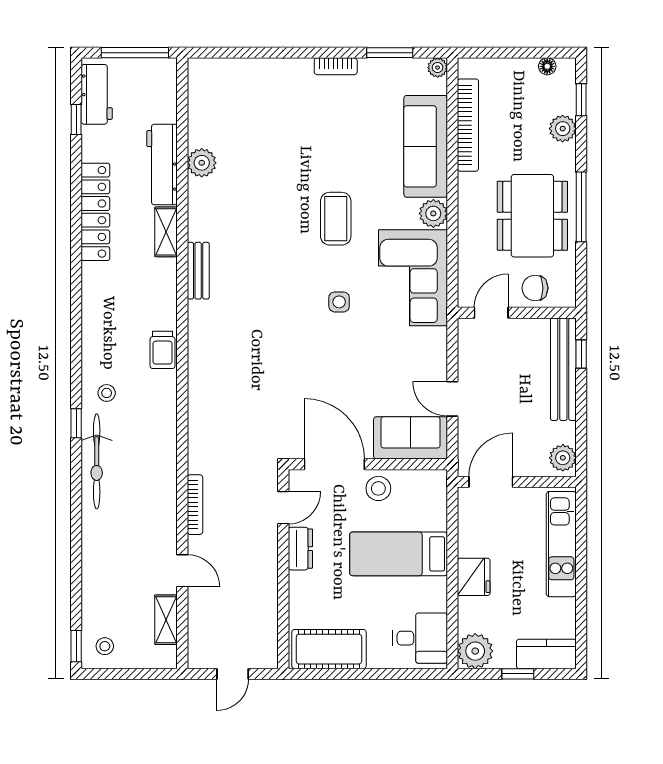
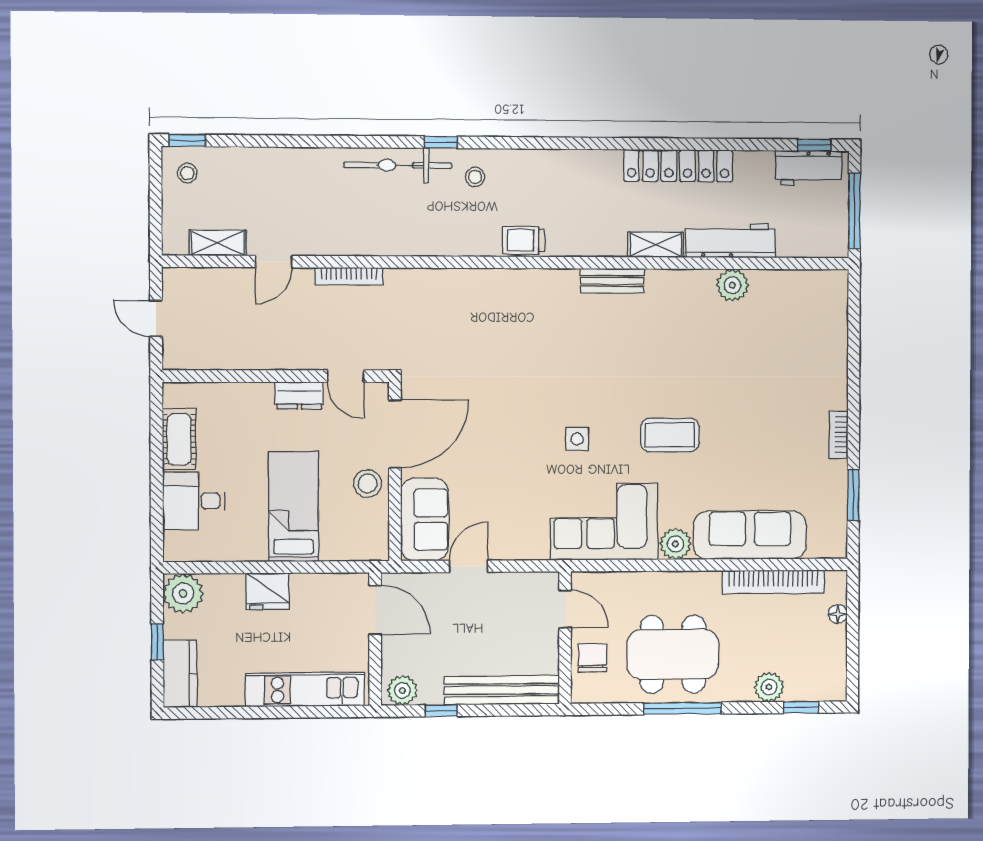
floor lamp: (547, 66) -> (838, 614), moved
plant: (438, 68) -> (837, 548), removed
window: (76, 119) -> (814, 145), moved
window: (581, 354) -> (441, 711), moved
desk: (420, 638) -> (194, 501), moved, turned 90
cot: (329, 649) -> (179, 439), width x0.73, depth x0.75

